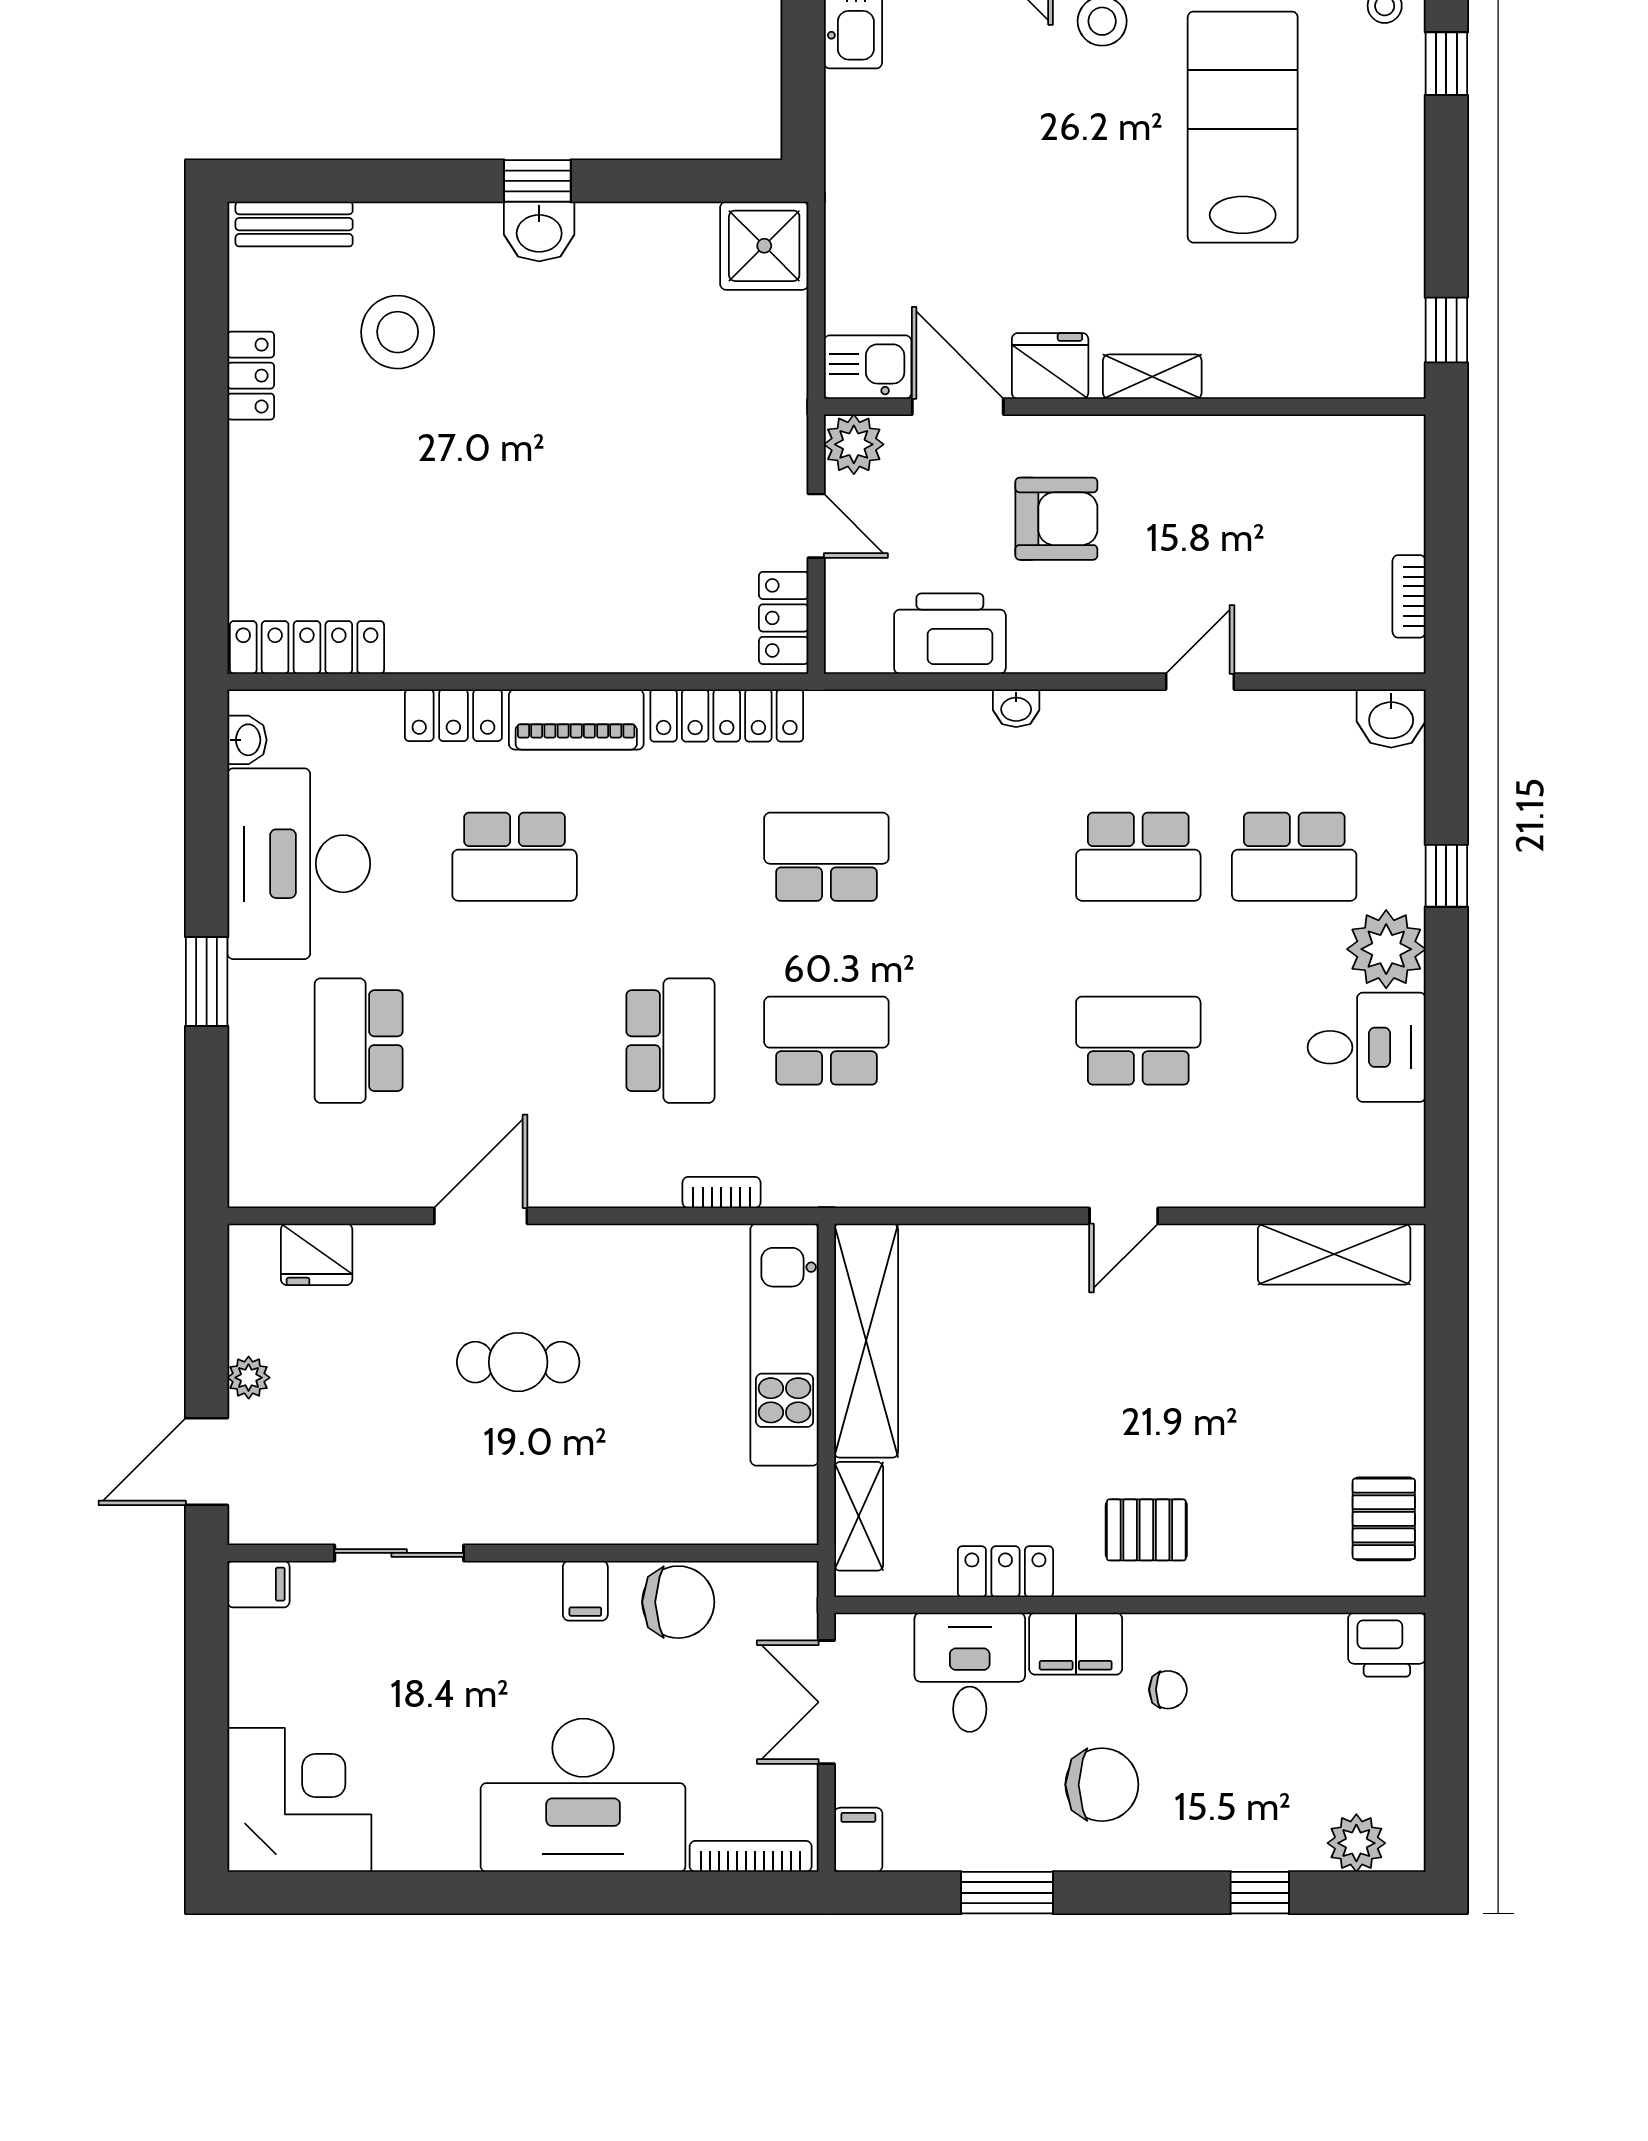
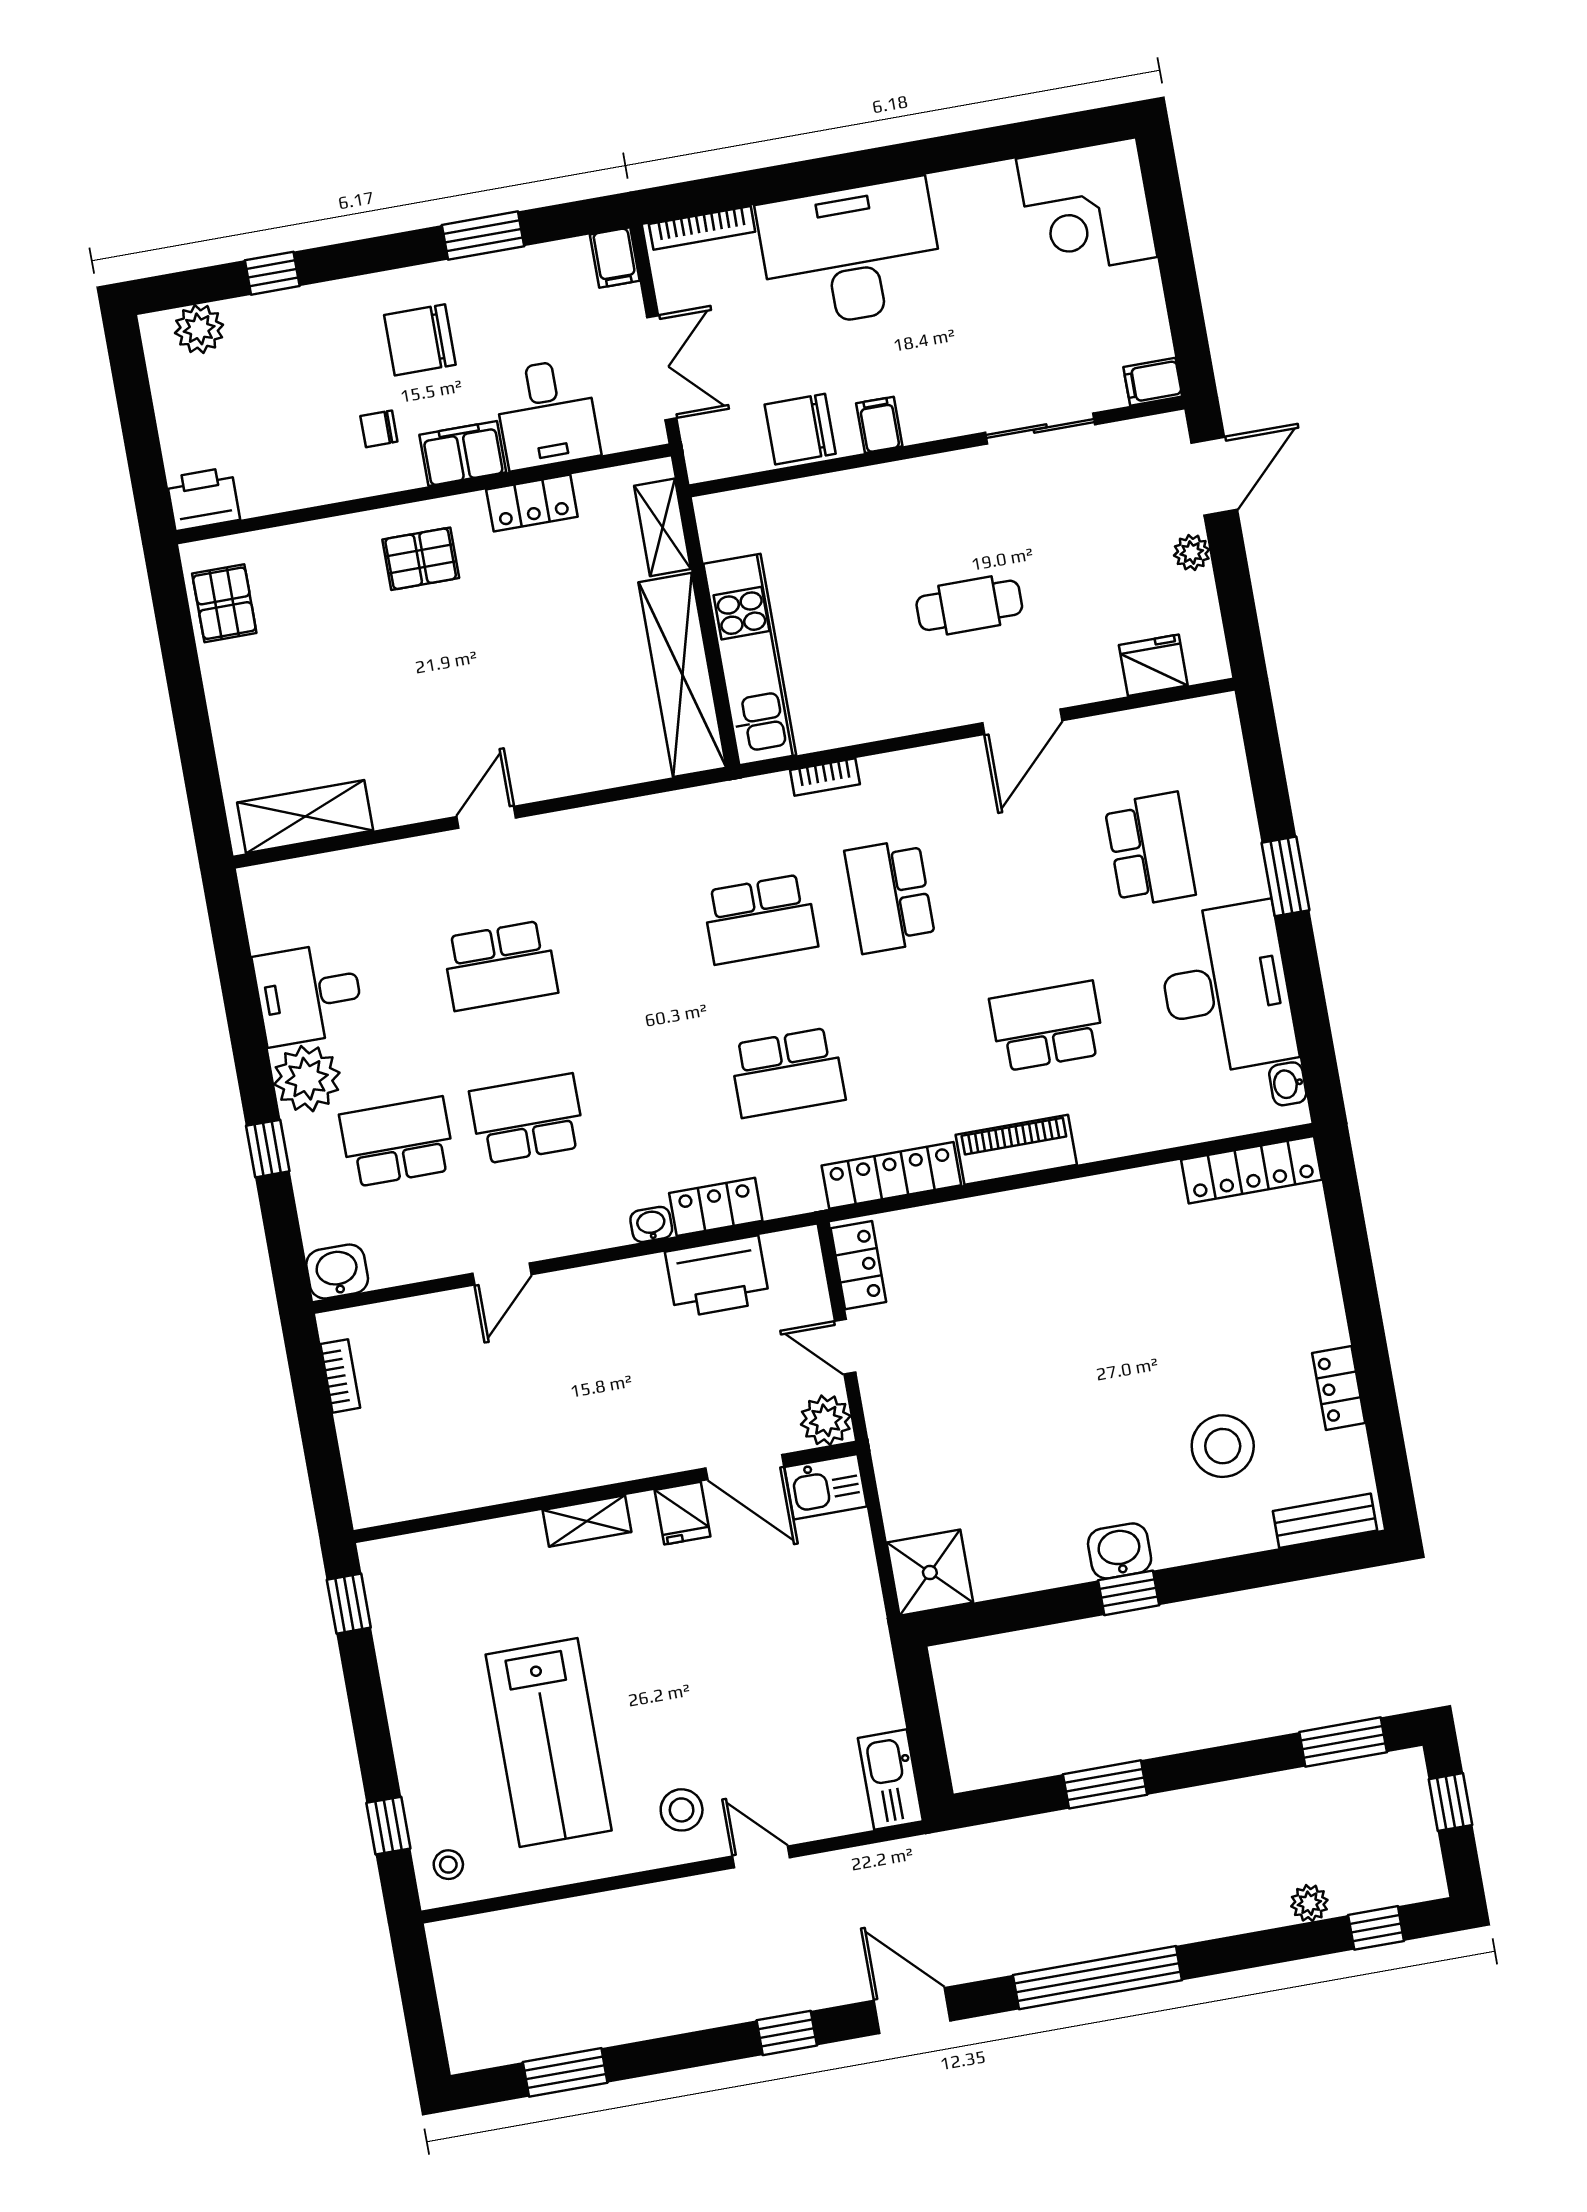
fridge: (1050, 366) -> (683, 1513), width x0.72
armchair: (1056, 519) -> (646, 1388), removed
locker: (453, 715) -> (716, 1207), moved

